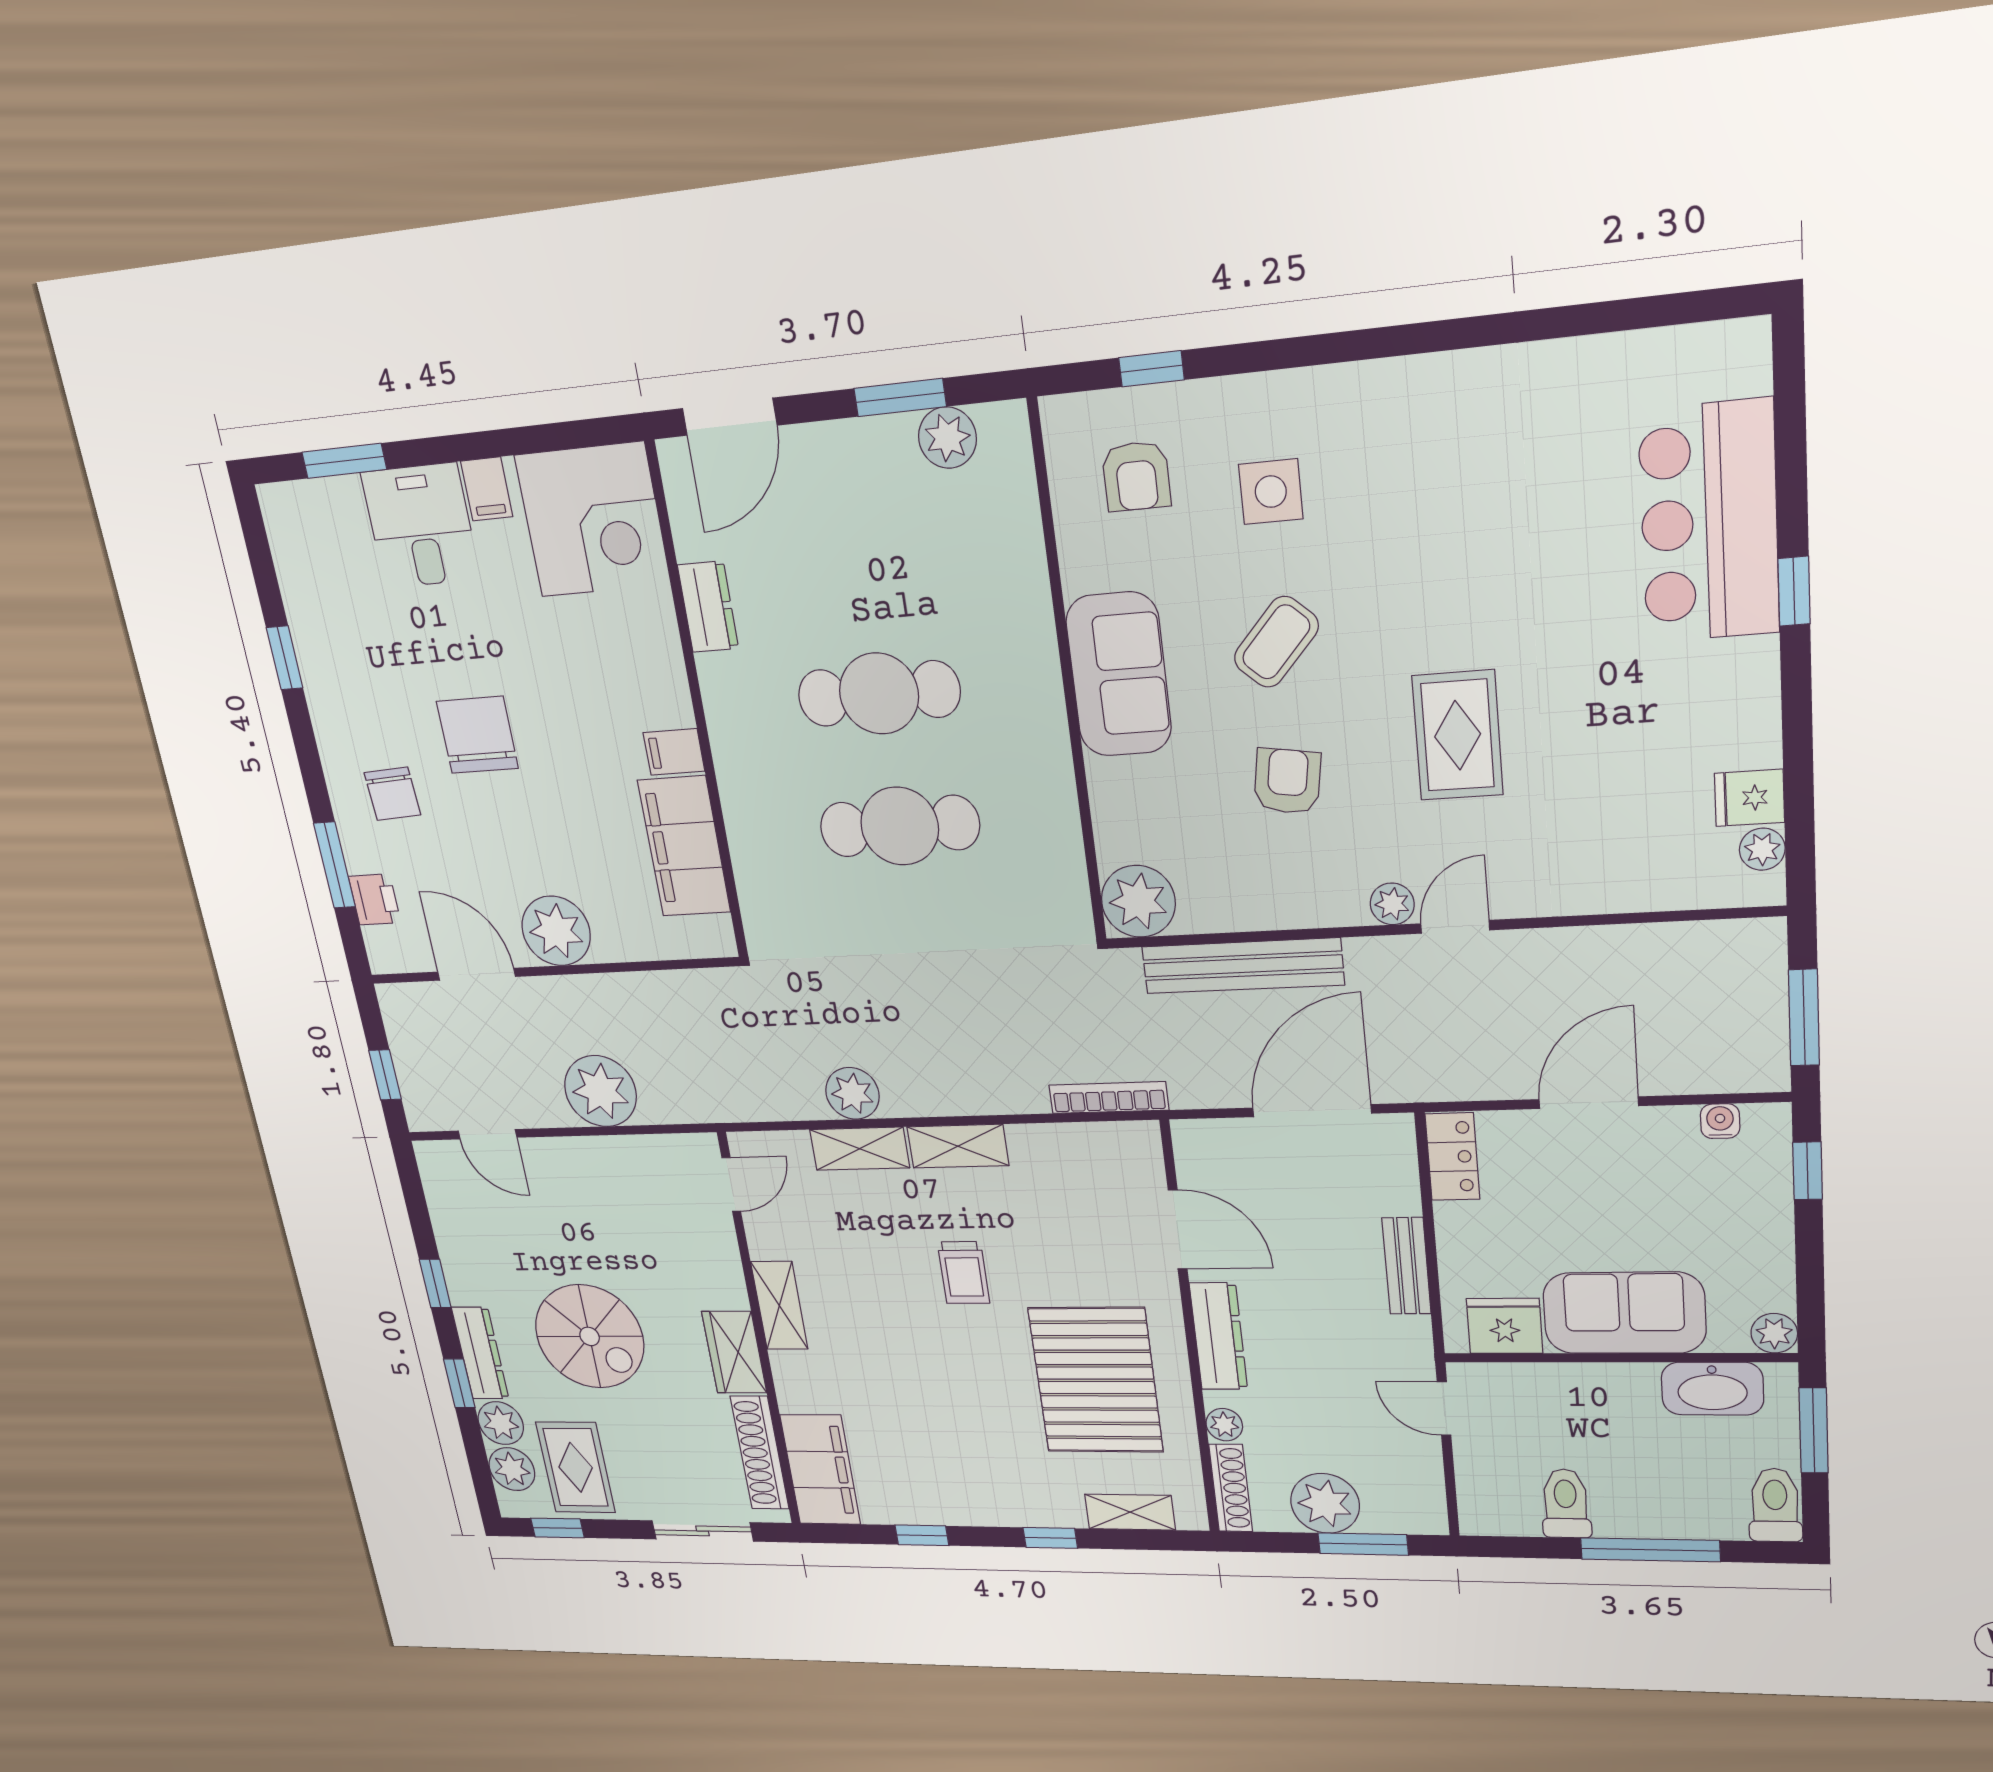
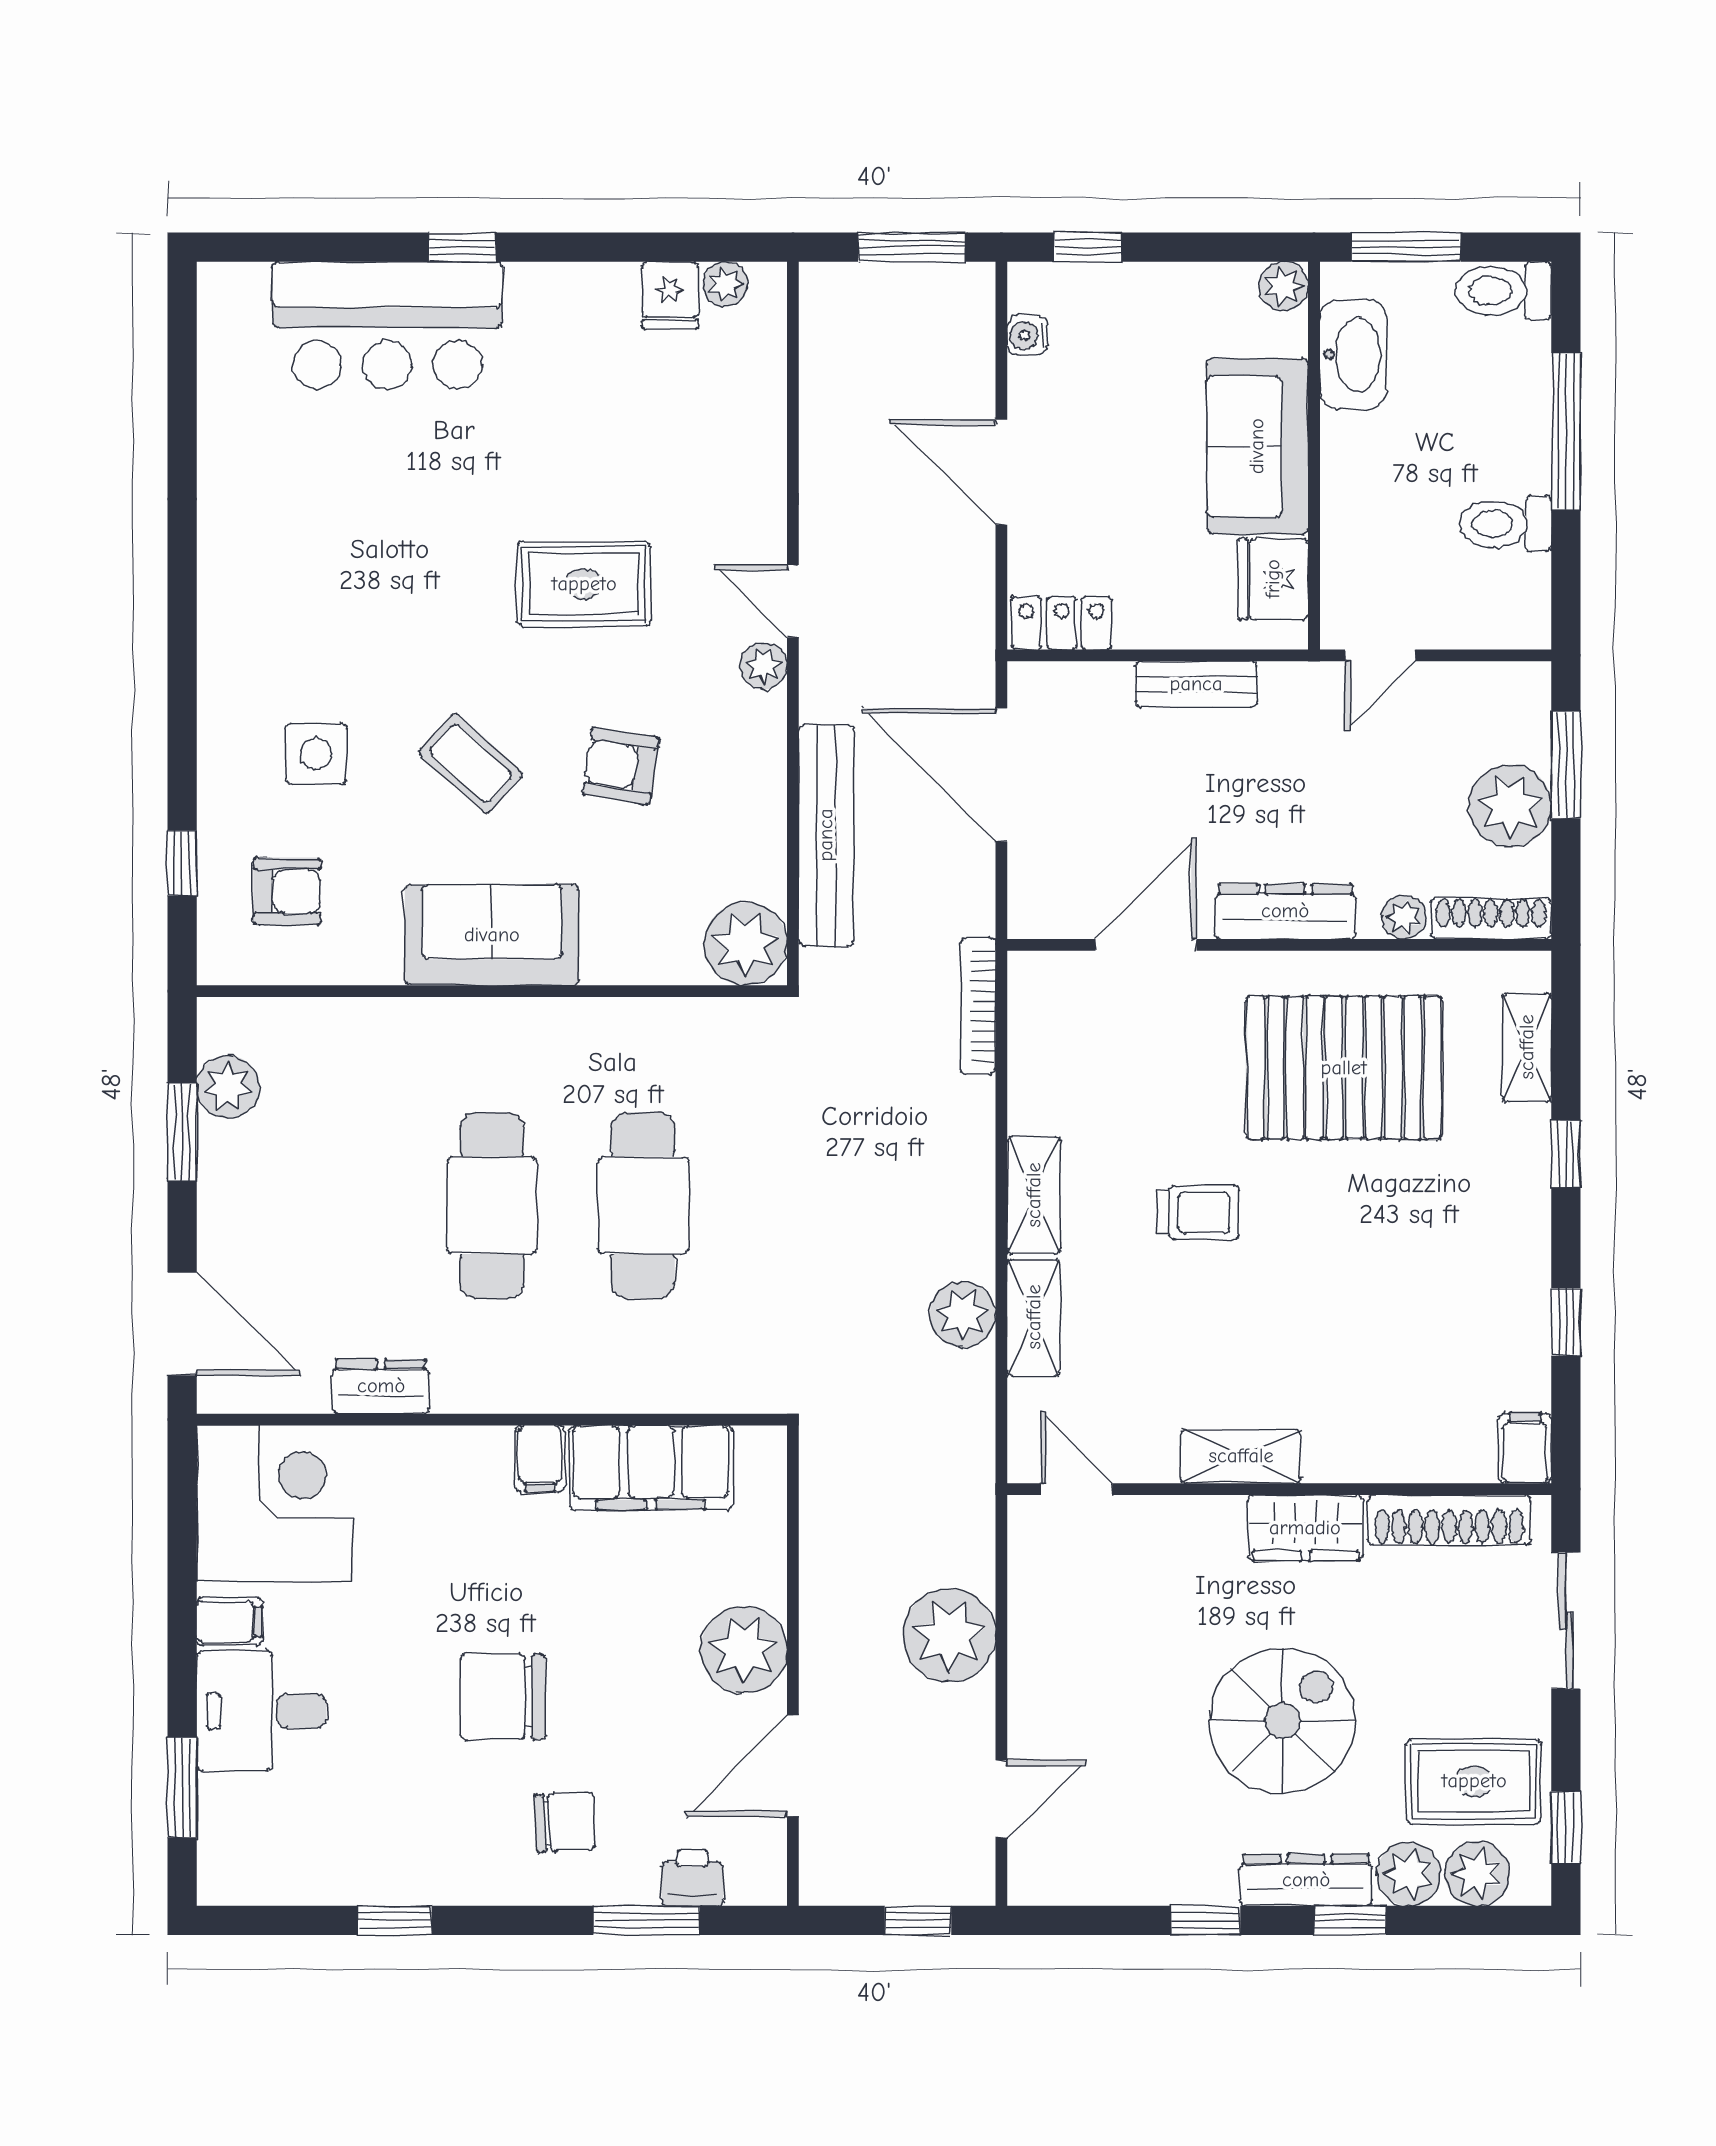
filing cabinet: (820, 1470) -> (1525, 1448), width x0.33, depth x0.86

